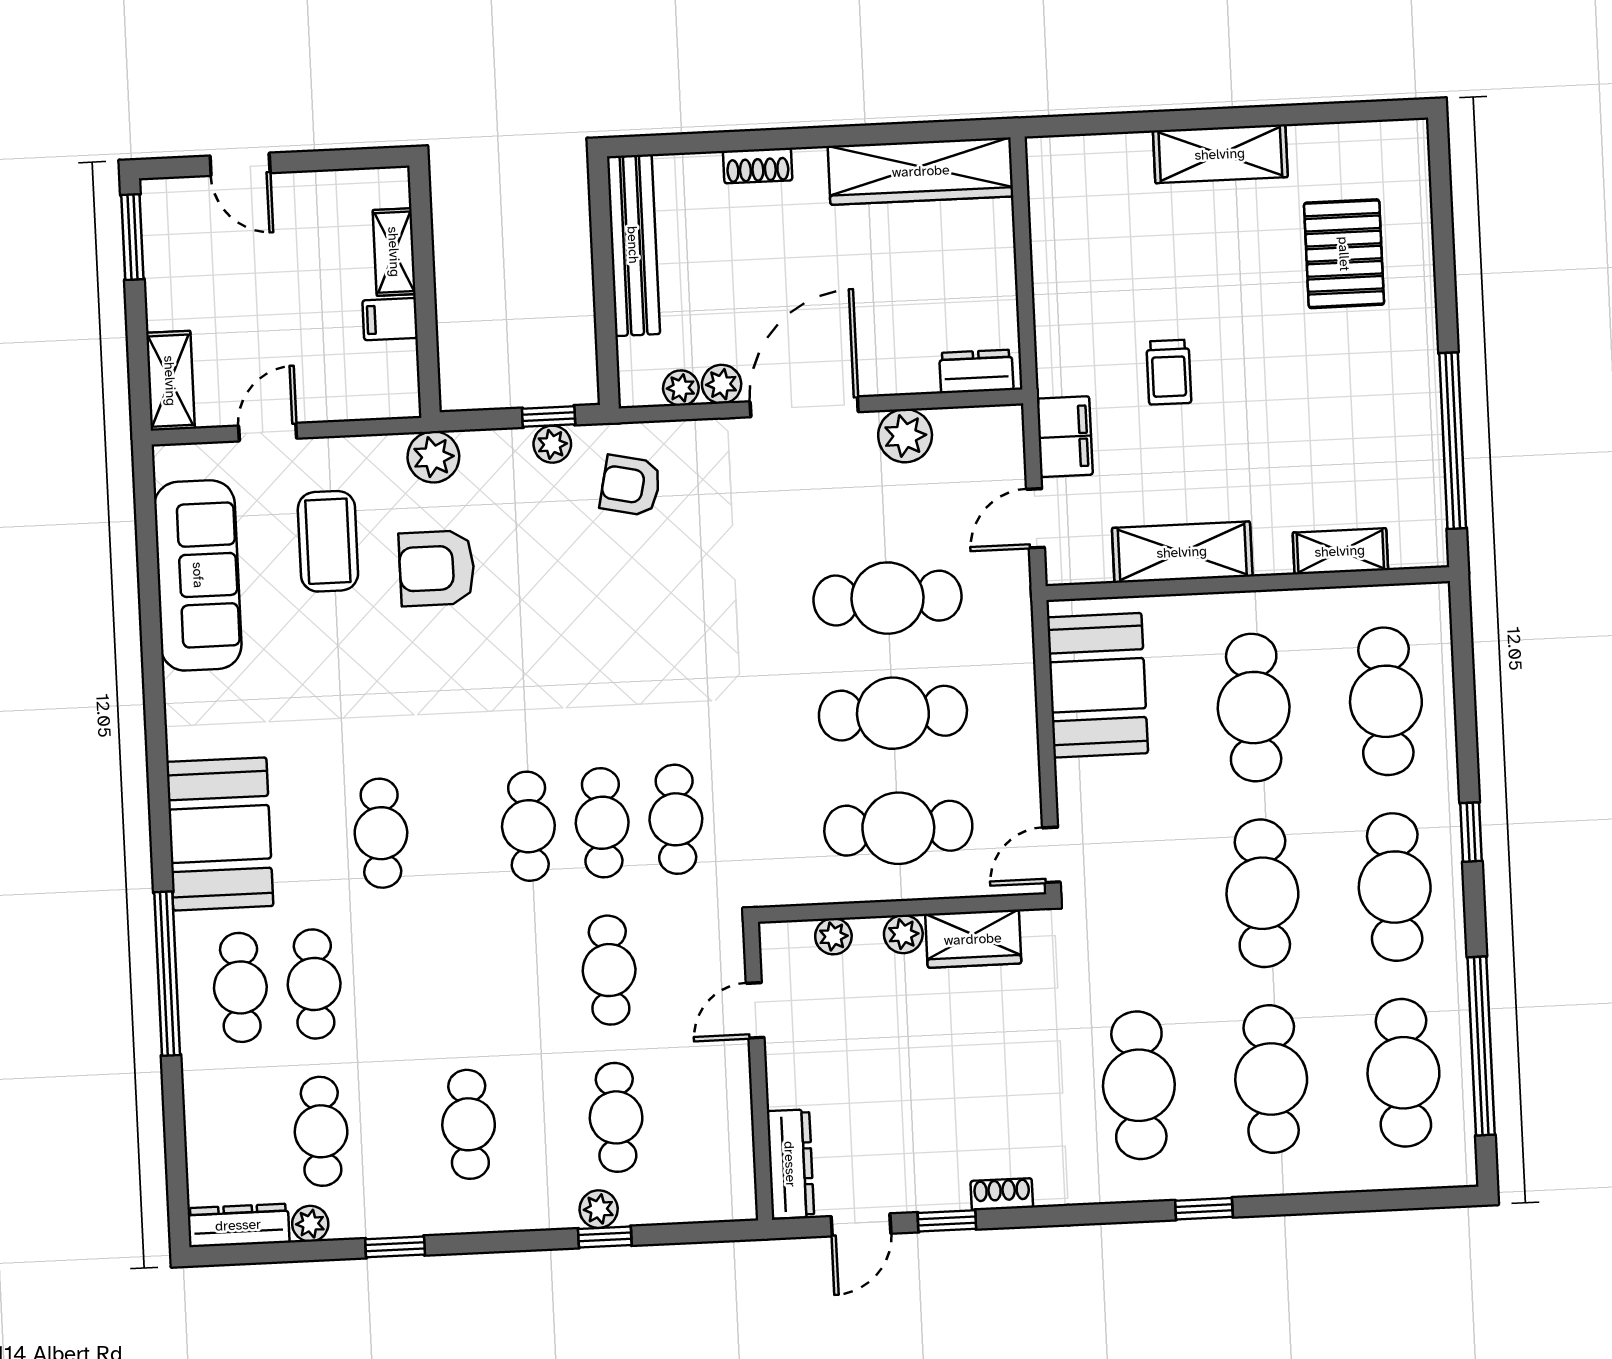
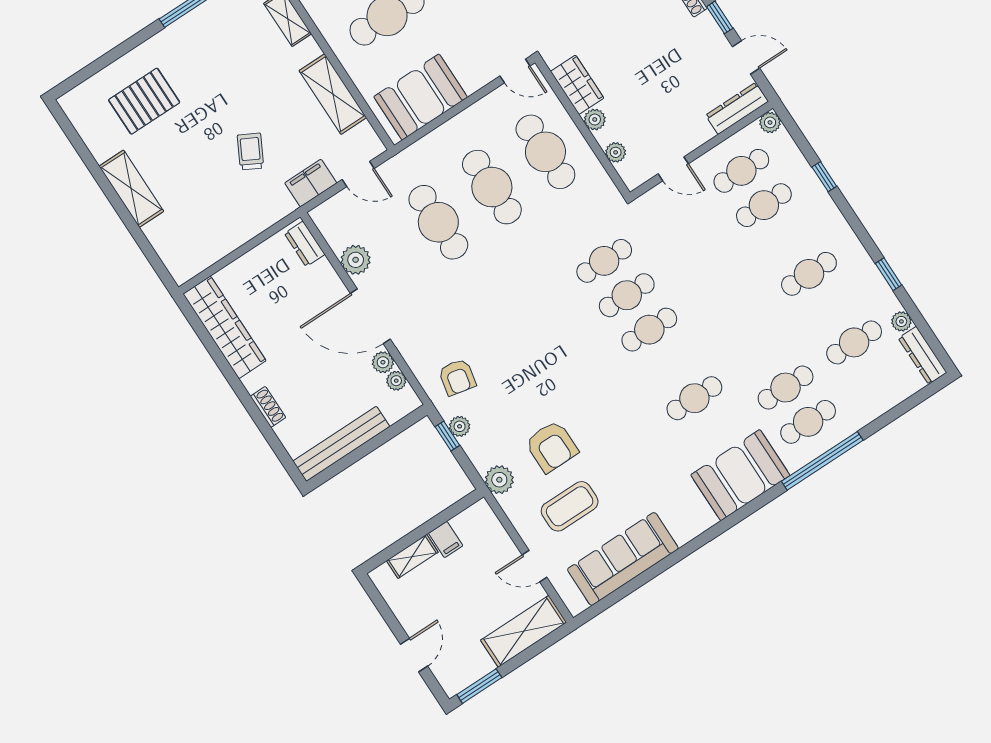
trolley: (1169, 372) -> (250, 152), turned -62
shelving: (170, 381) -> (524, 631), width x1.50, depth x1.33
cafe table: (609, 970) -> (741, 171), moved
plant: (599, 1209) -> (770, 122), moved

